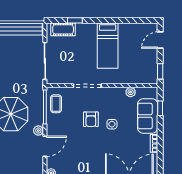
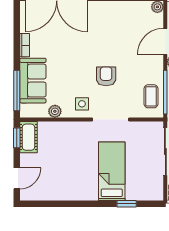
cot: (63, 29) -> (28, 137), moved, turned 90
bed: (108, 46) -> (112, 171), moved
window: (160, 108) -> (17, 91), width x2.17
side table: (112, 124) -> (82, 104), moved

